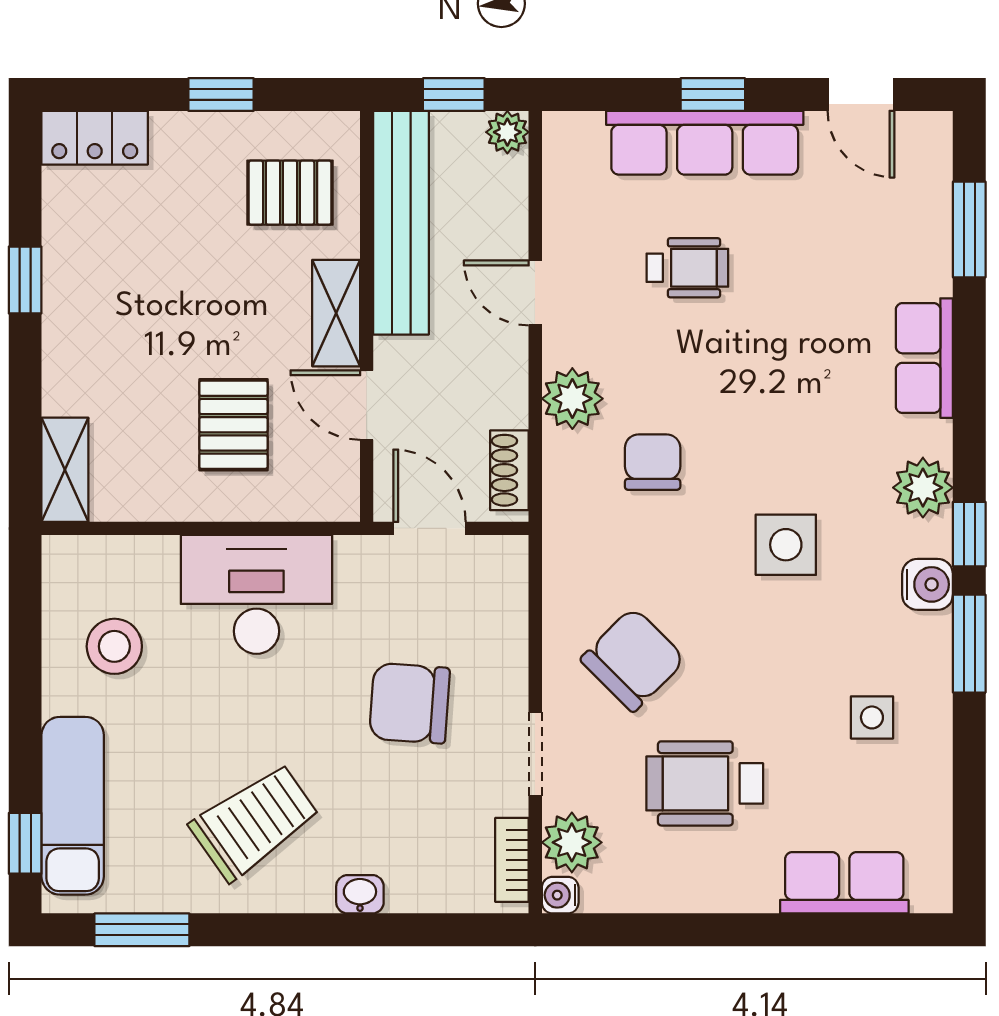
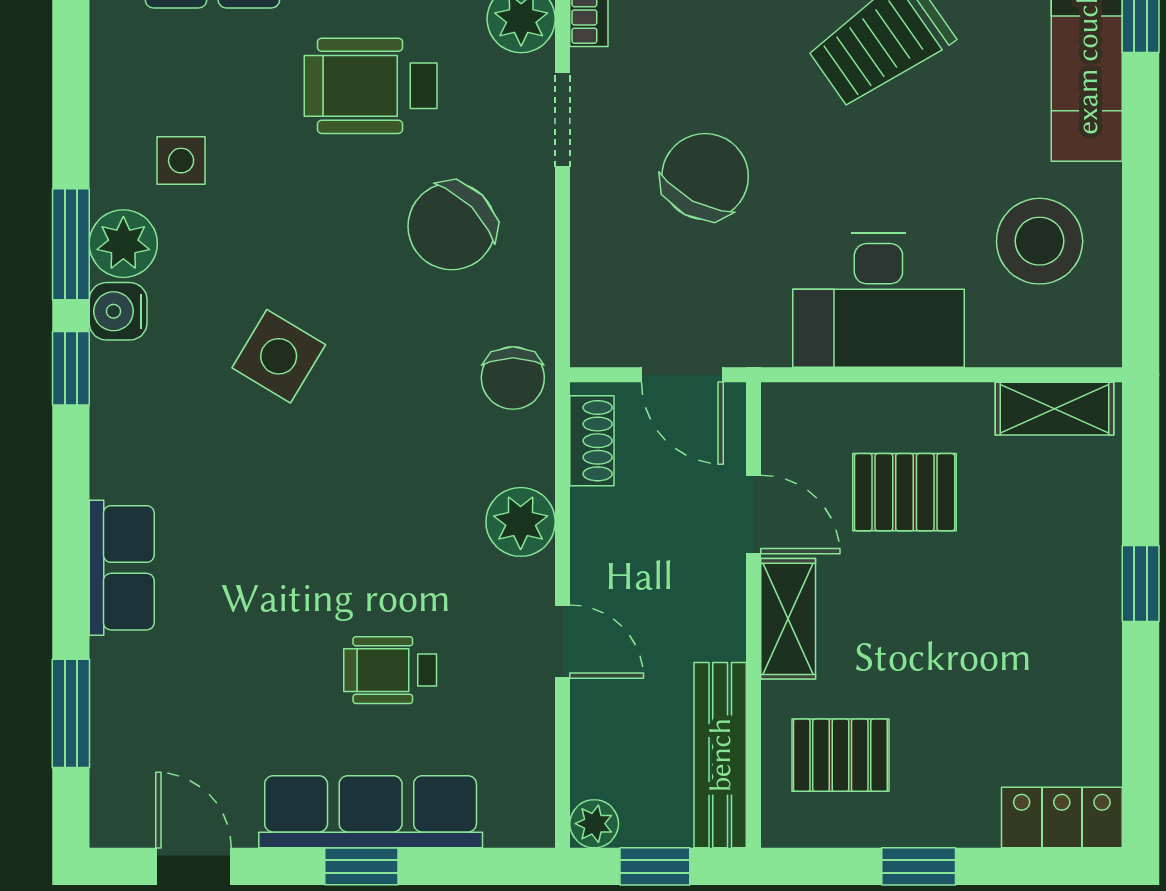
bench: (401, 223) -> (720, 755), width x0.73, depth x0.82
window: (25, 280) -> (1141, 583), moved
pallet: (233, 425) -> (905, 492), turned 90
chair: (653, 462) -> (513, 378), moved
shelving: (65, 470) -> (1055, 409), moved, turned 90
plant: (923, 488) -> (123, 244), moved
side table: (786, 545) -> (279, 356), turned 31
stool: (114, 646) -> (1040, 241), width x1.38, depth x1.38
chair: (410, 703) -> (705, 177), turned -66
wheelchair: (705, 783) -> (371, 86), turned 180

